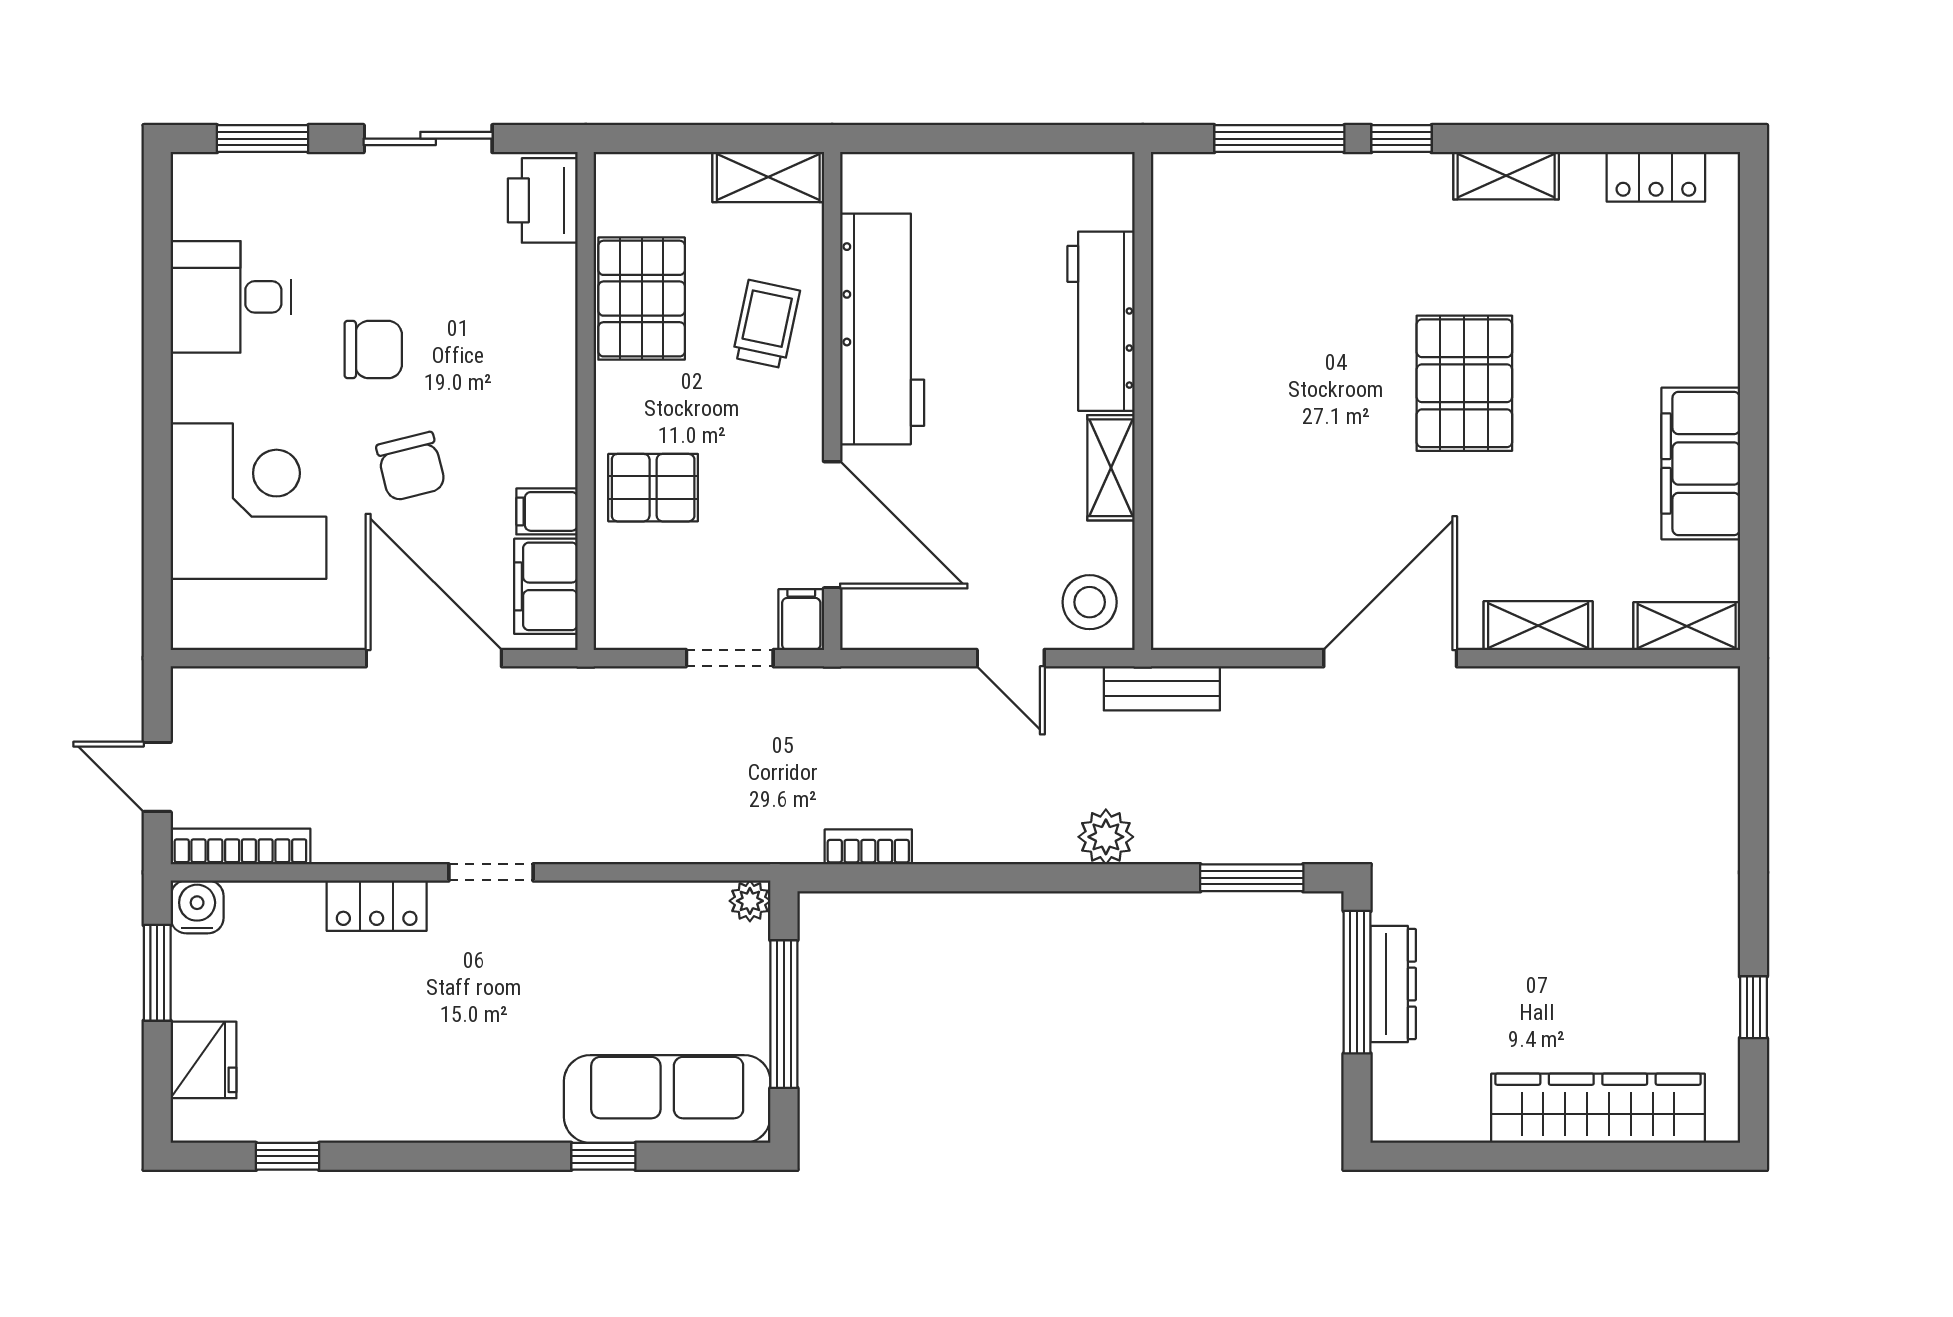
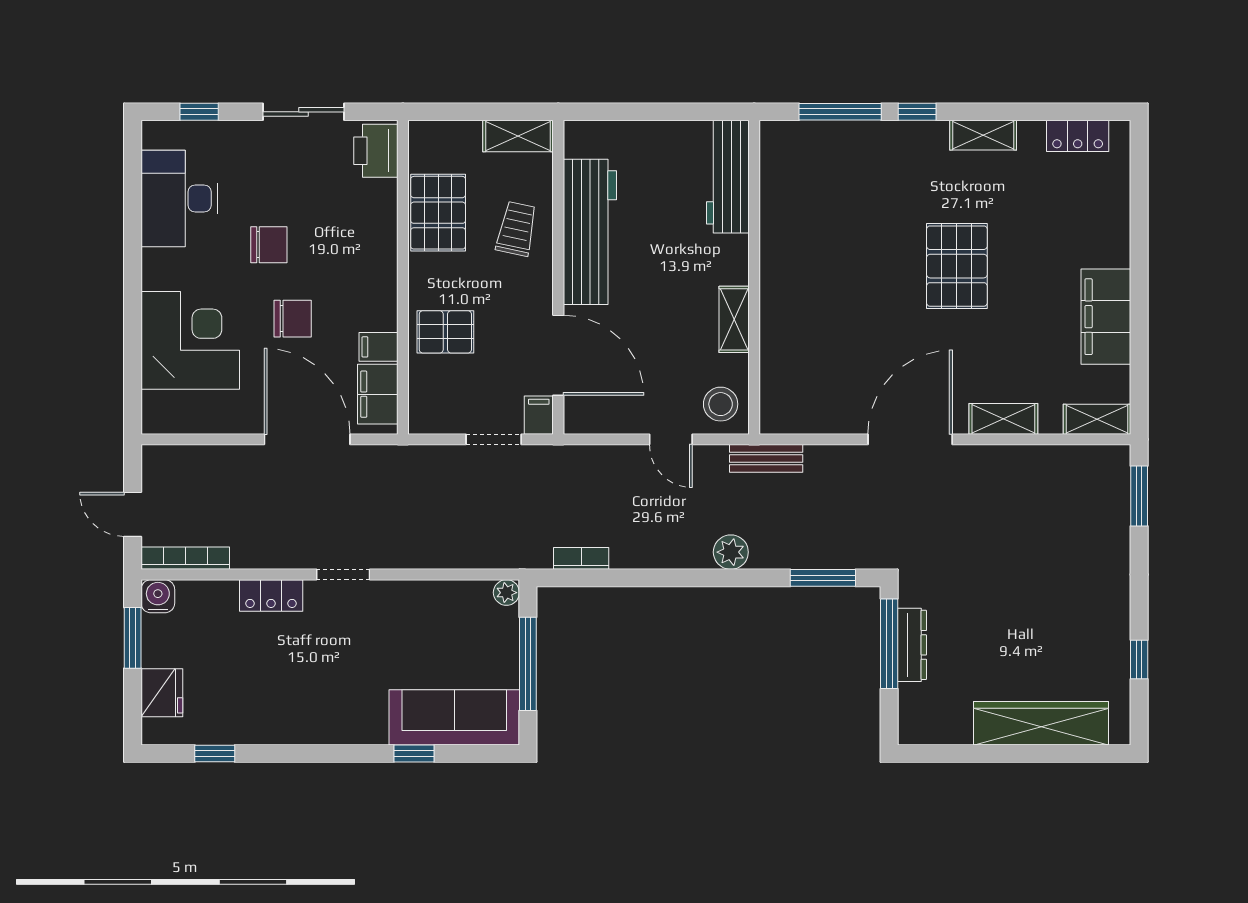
window: (263, 139) -> (199, 112), width x0.67
desk: (231, 297) -> (179, 199), width x1.37
workbench: (1101, 321) -> (728, 177), moved
chair: (411, 467) -> (293, 319), turned -76
window: (1753, 748) -> (1139, 496), added

